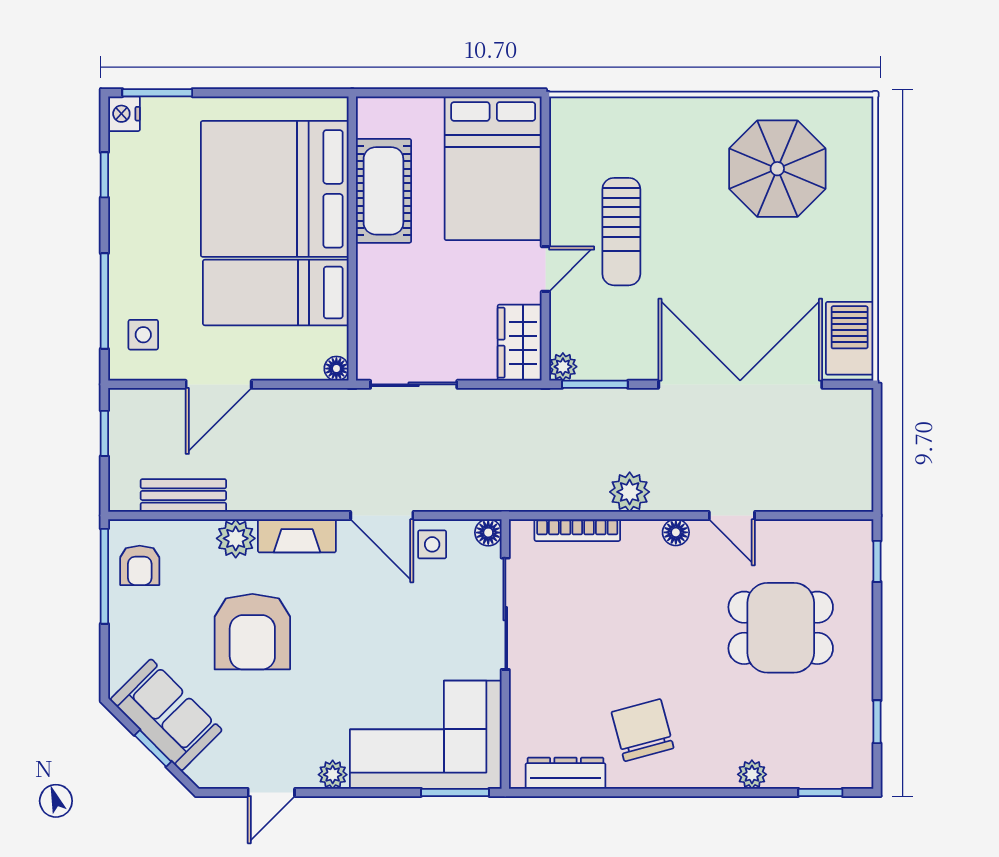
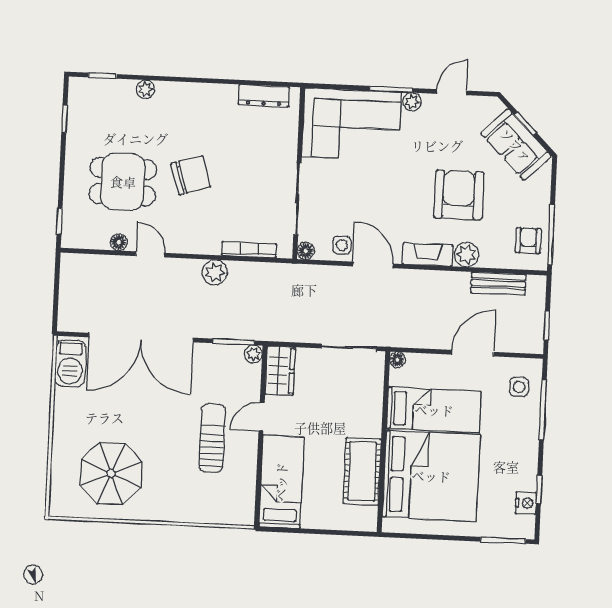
nightstand: (124, 114) -> (526, 503), moved
bed: (493, 168) -> (281, 482), width x0.67
floor lamp: (676, 532) -> (119, 242), moved
chair: (643, 730) -> (191, 175), moved, turned -92
window: (455, 792) -> (391, 89), moved

